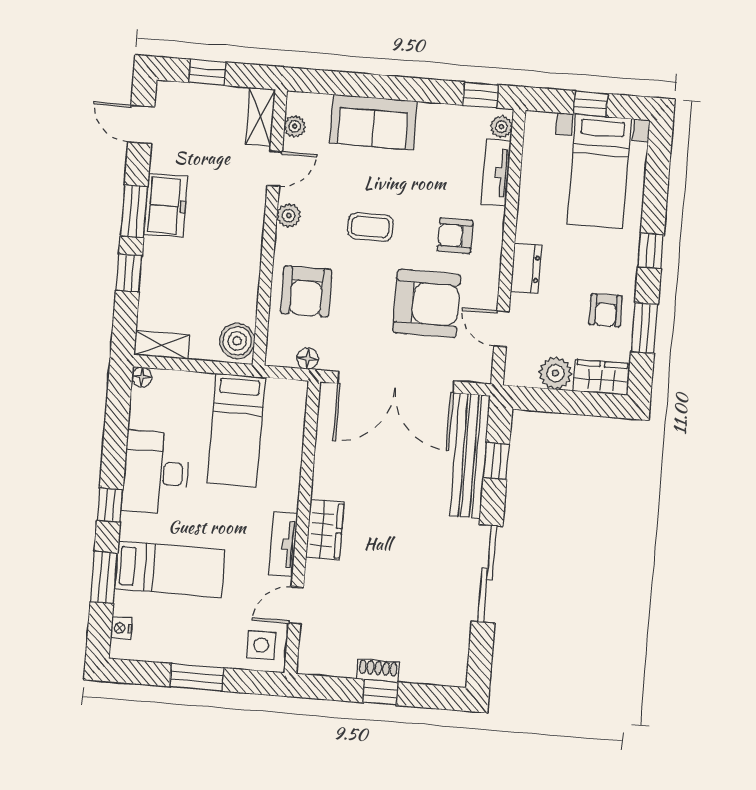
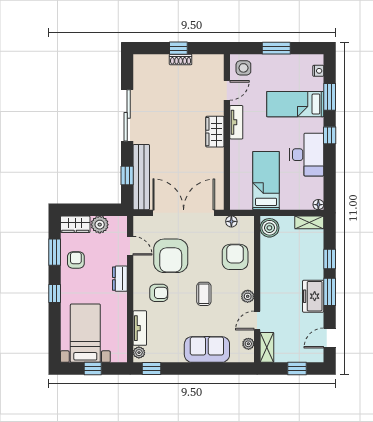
door: (141, 124) -> (330, 338), swing flipped
coffee table: (370, 227) -> (204, 294), turned 90
armchair: (427, 303) -> (171, 256), turned -90

